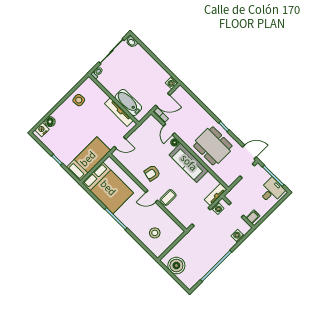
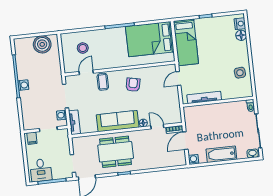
bathtub: (128, 102) -> (221, 154), moved, turned 180
door: (152, 196) -> (86, 72), moved
washing machine: (238, 236) -> (23, 85), moved

